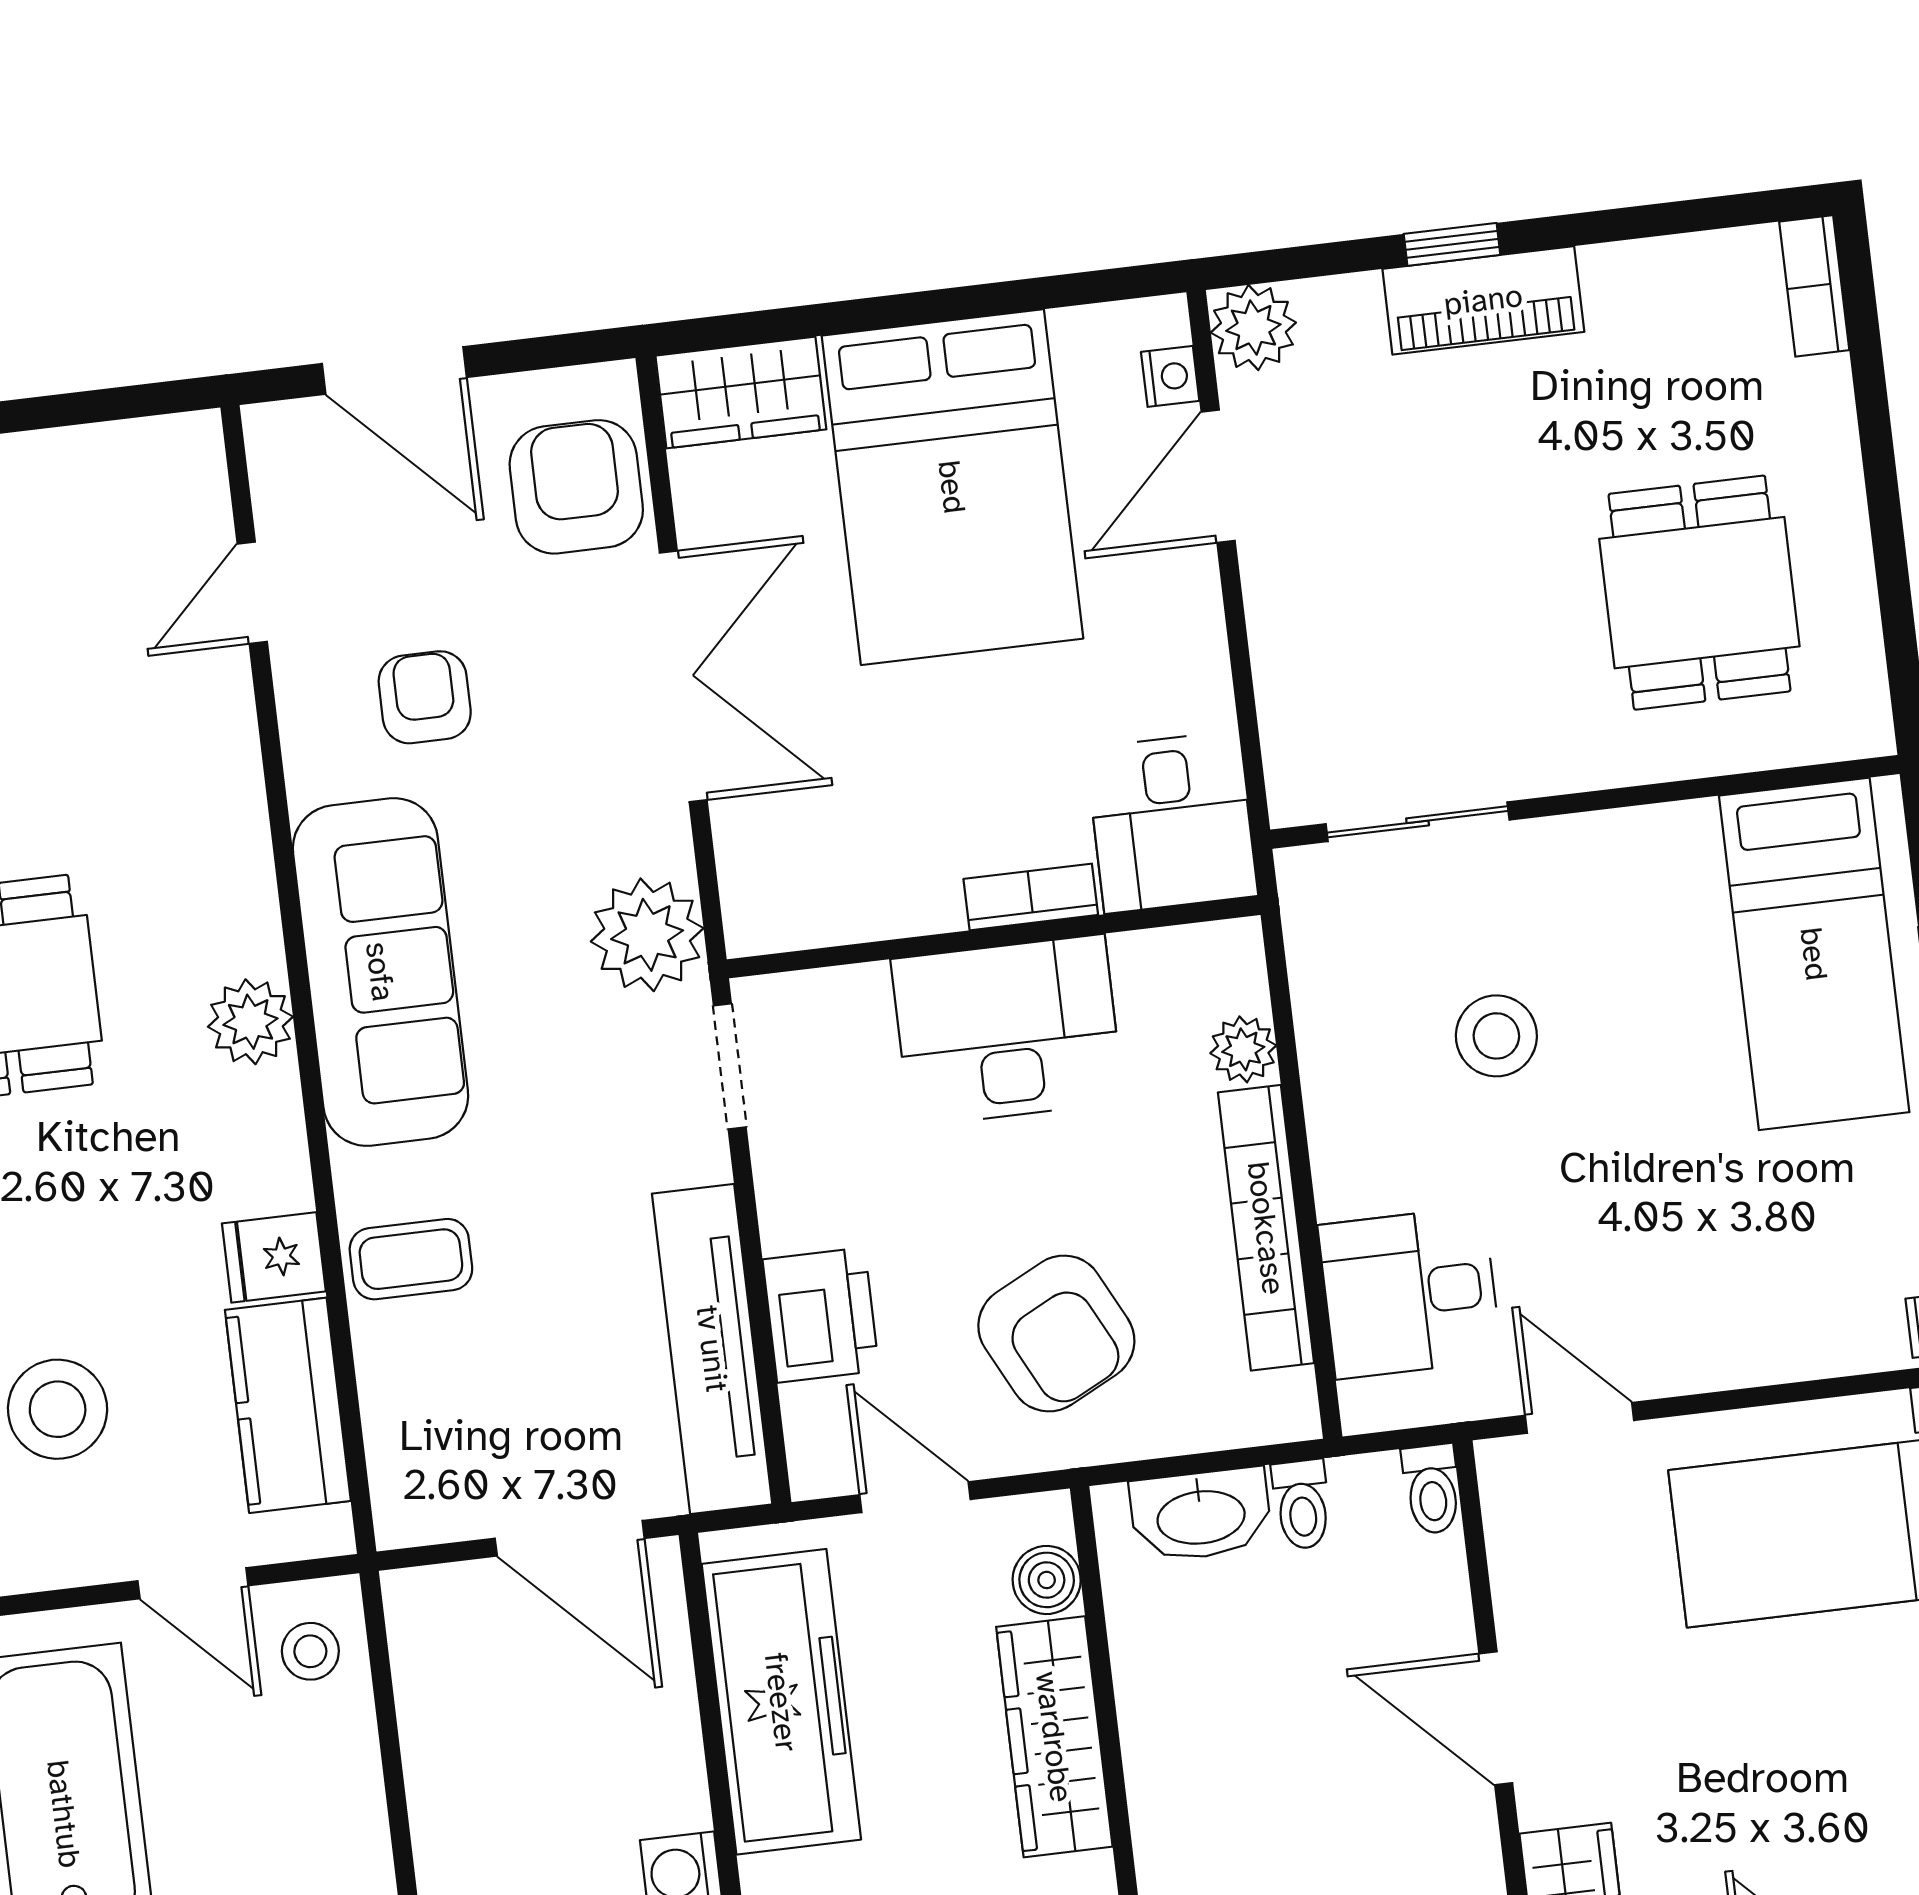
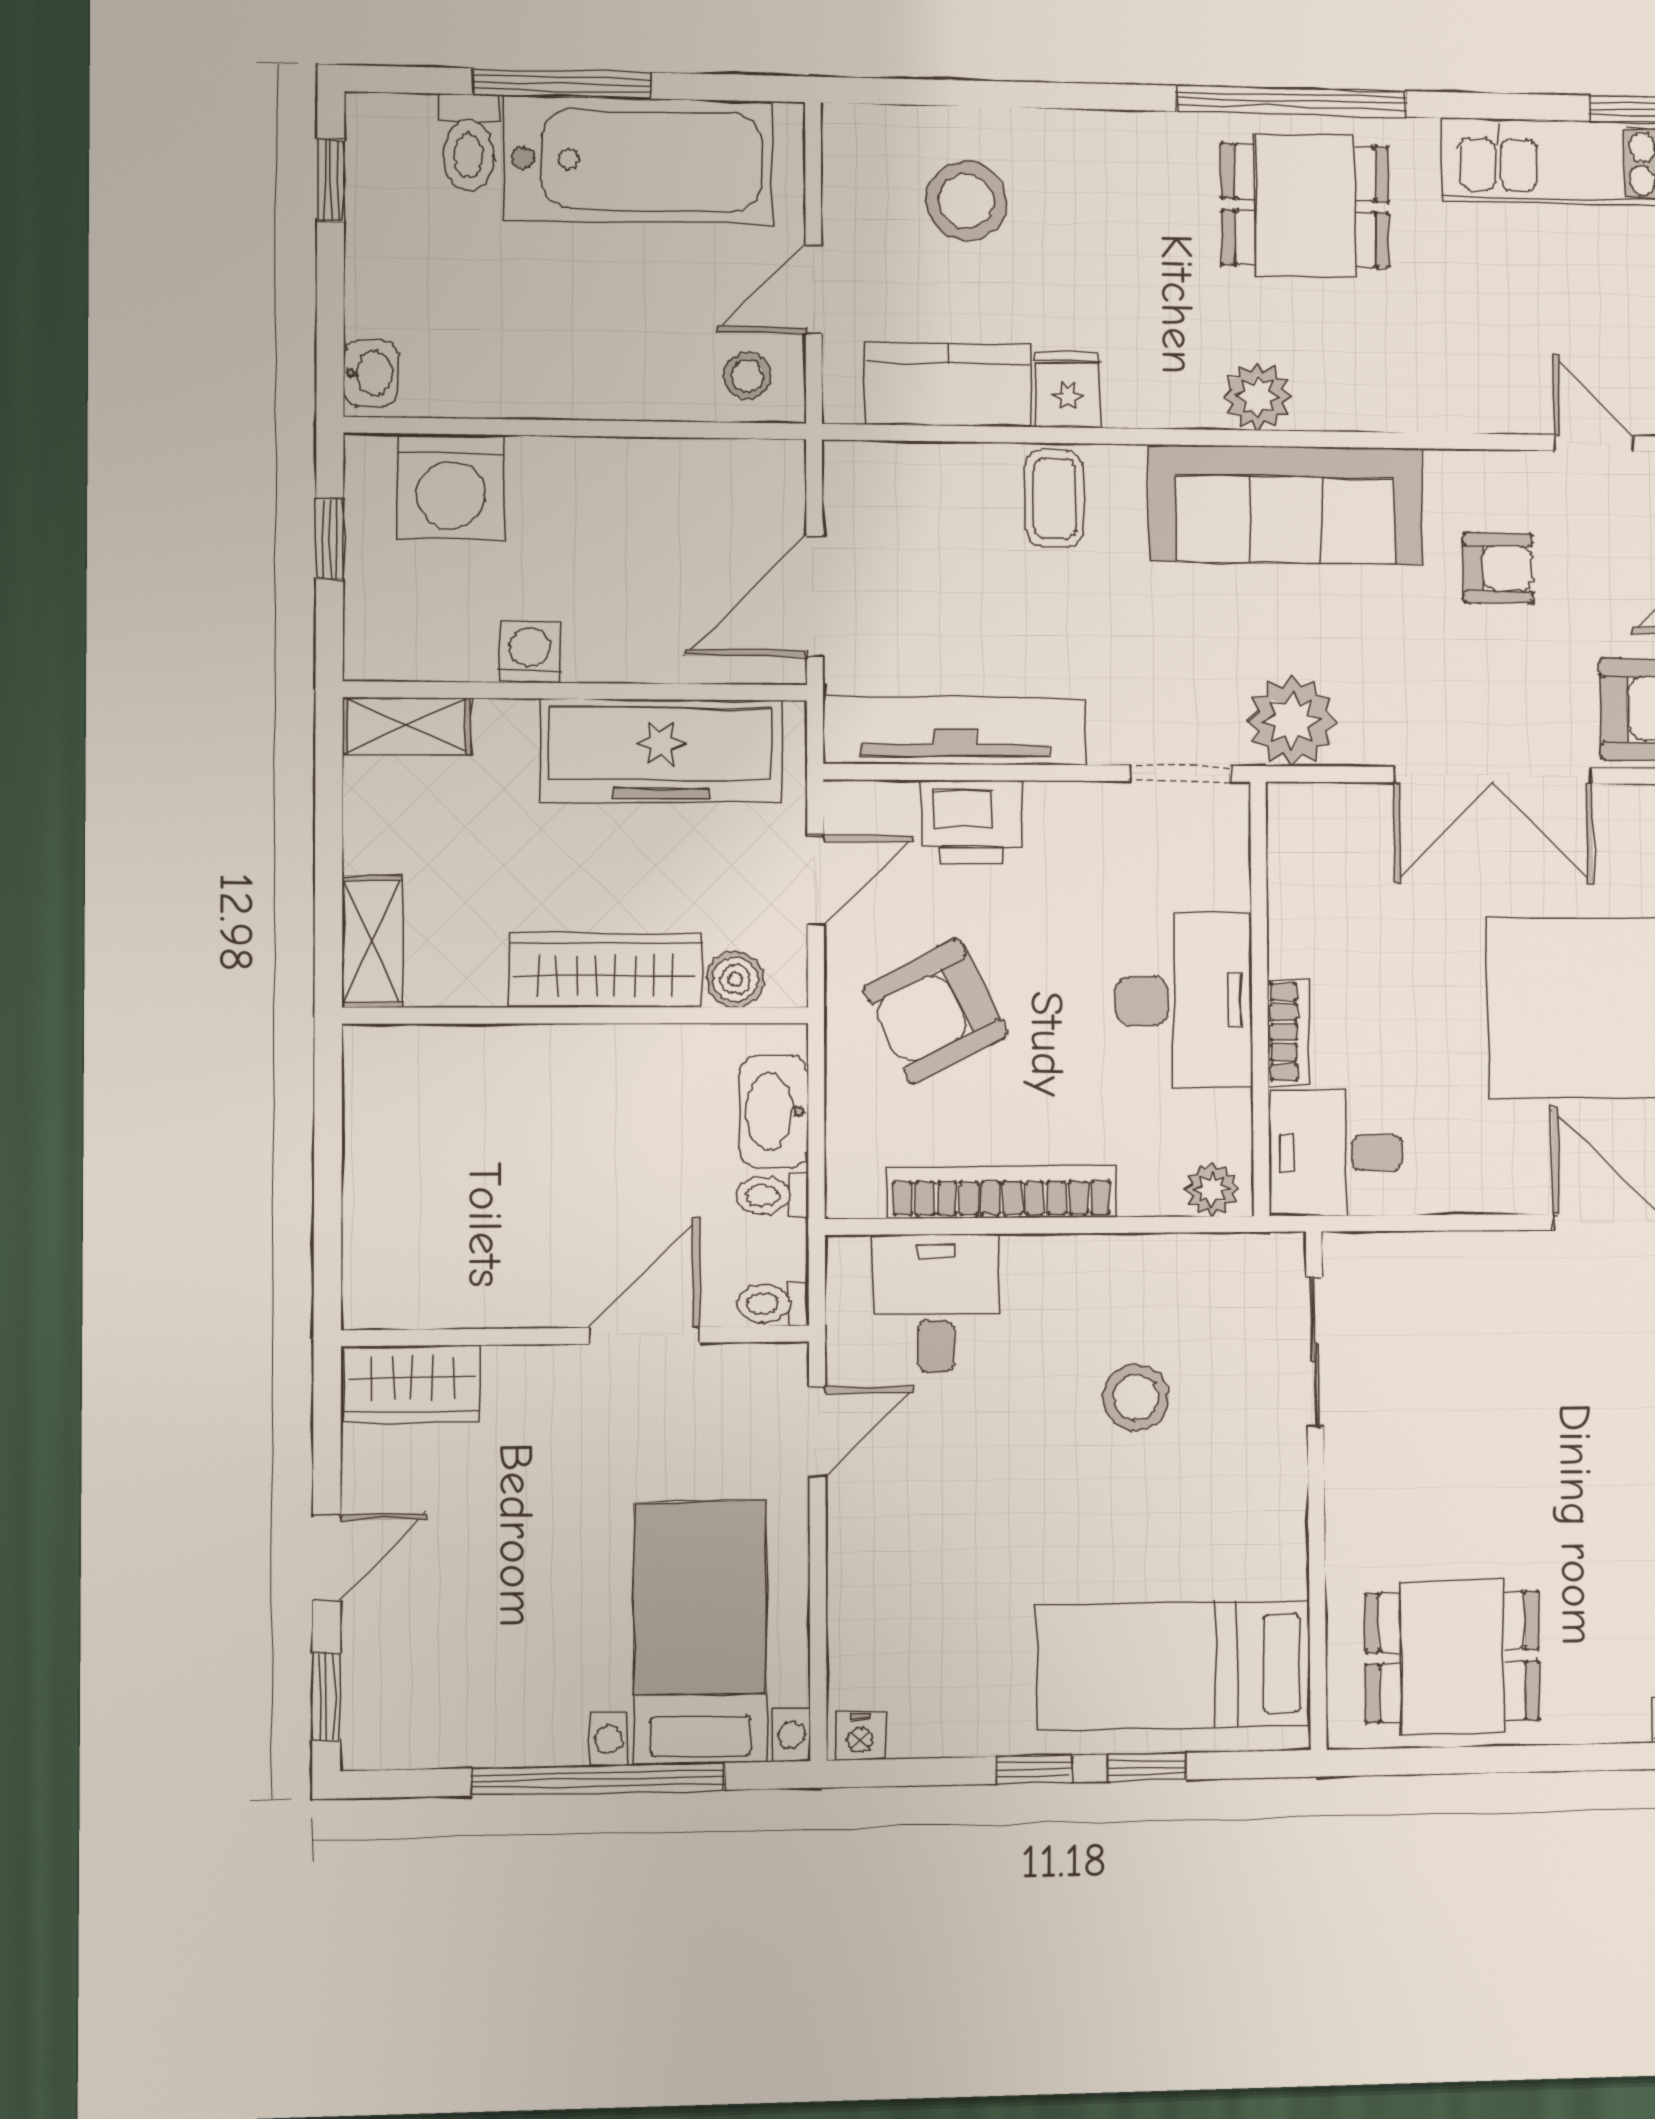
dining table: (1699, 593) -> (1452, 1657), moved
plant: (1243, 1049) -> (1212, 1189), moved
door: (1496, 1718) -> (644, 1335), moved

